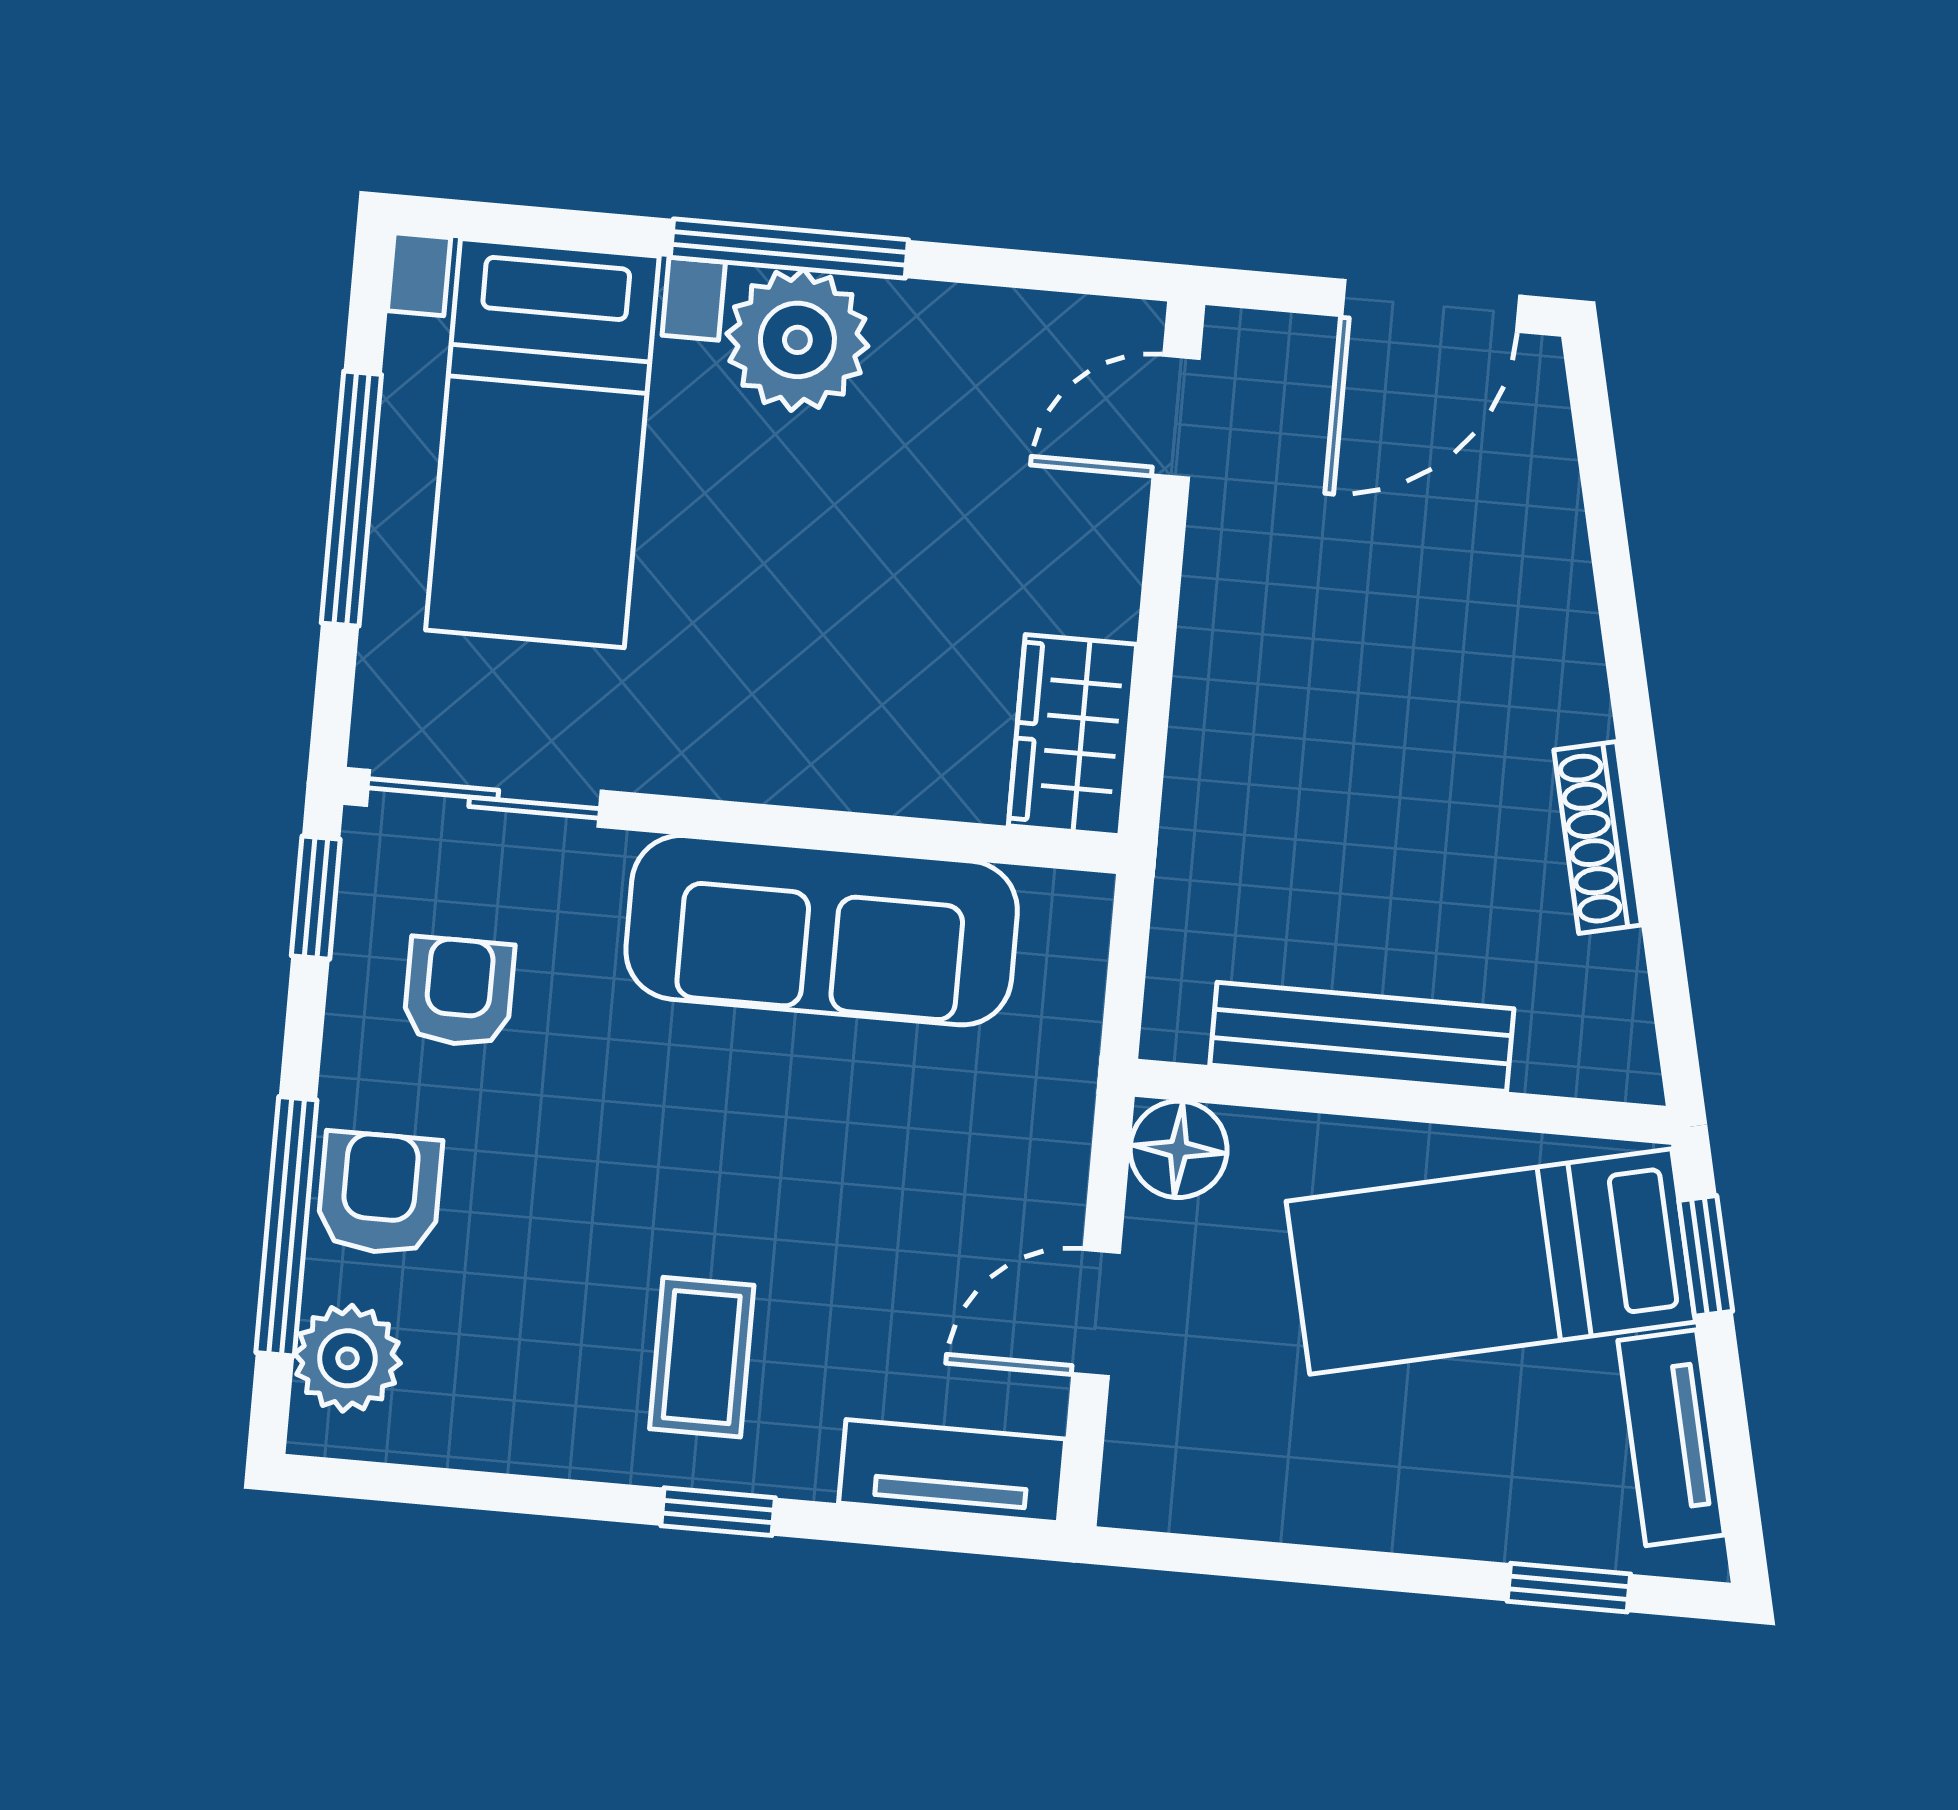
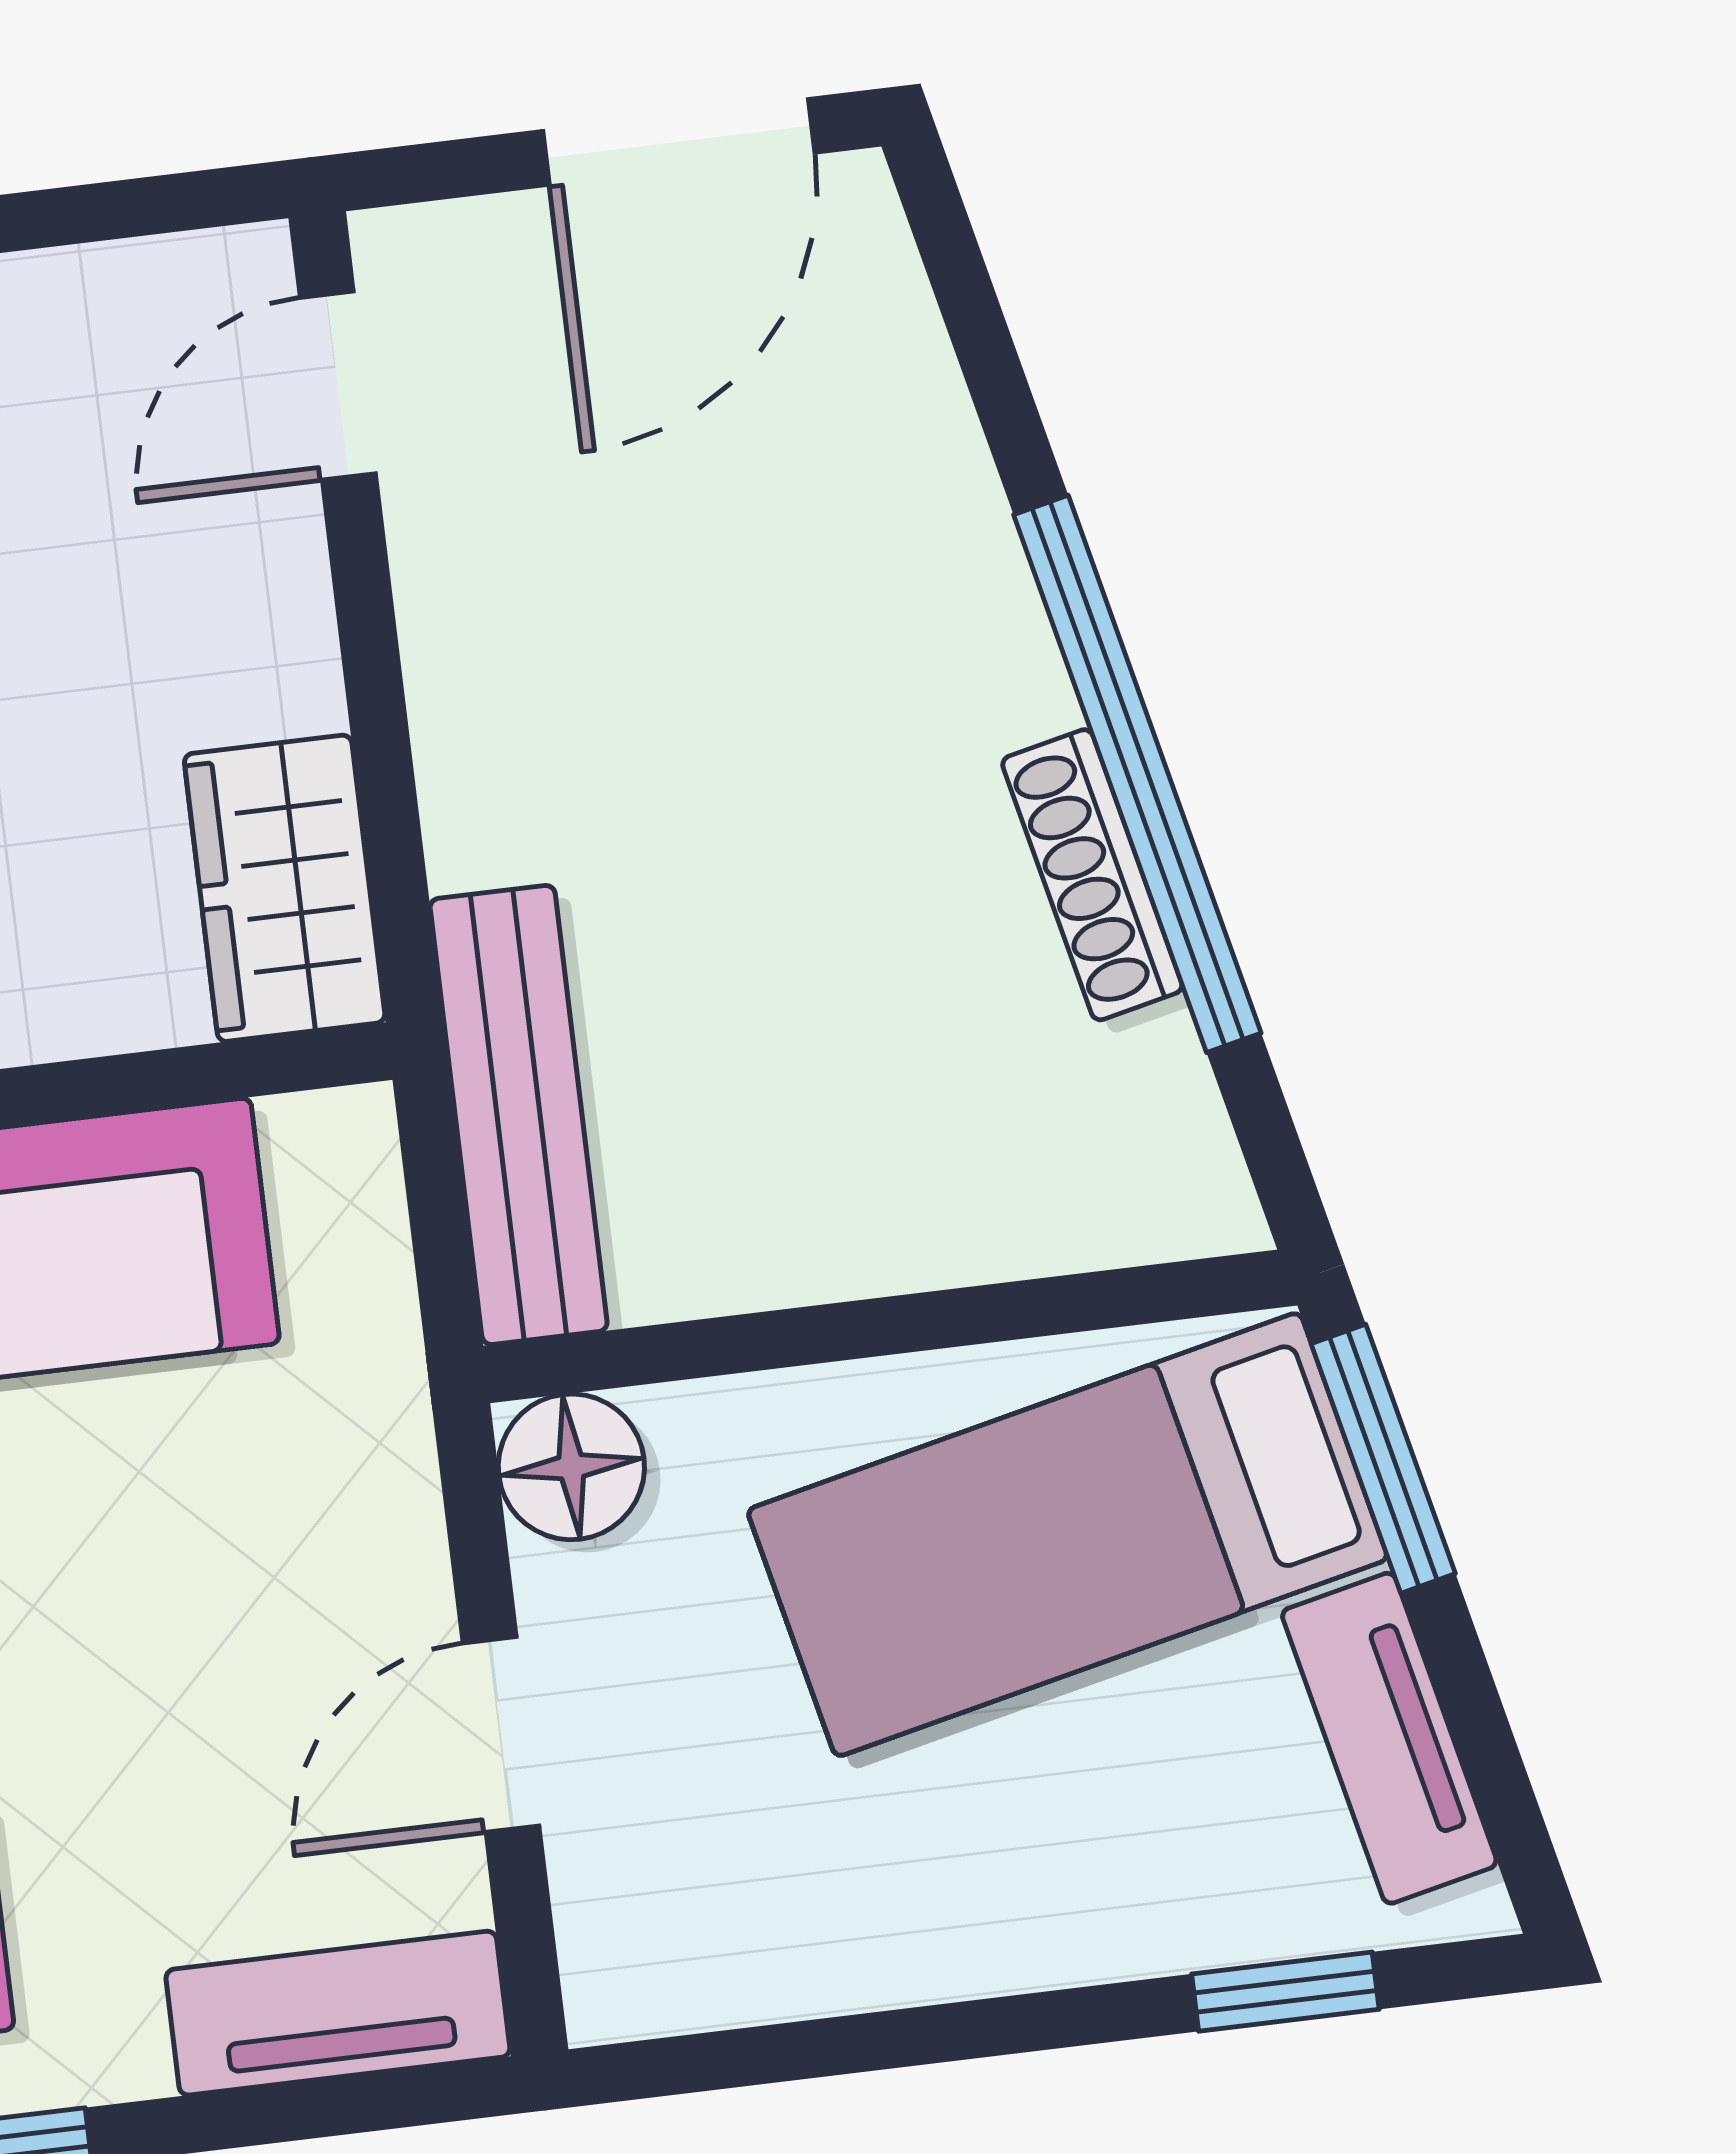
window: (1641, 778) -> (1137, 774), added
bench: (1362, 1037) -> (519, 1115), moved, turned 90
window: (1706, 1256) -> (1383, 1459), width x1.50

